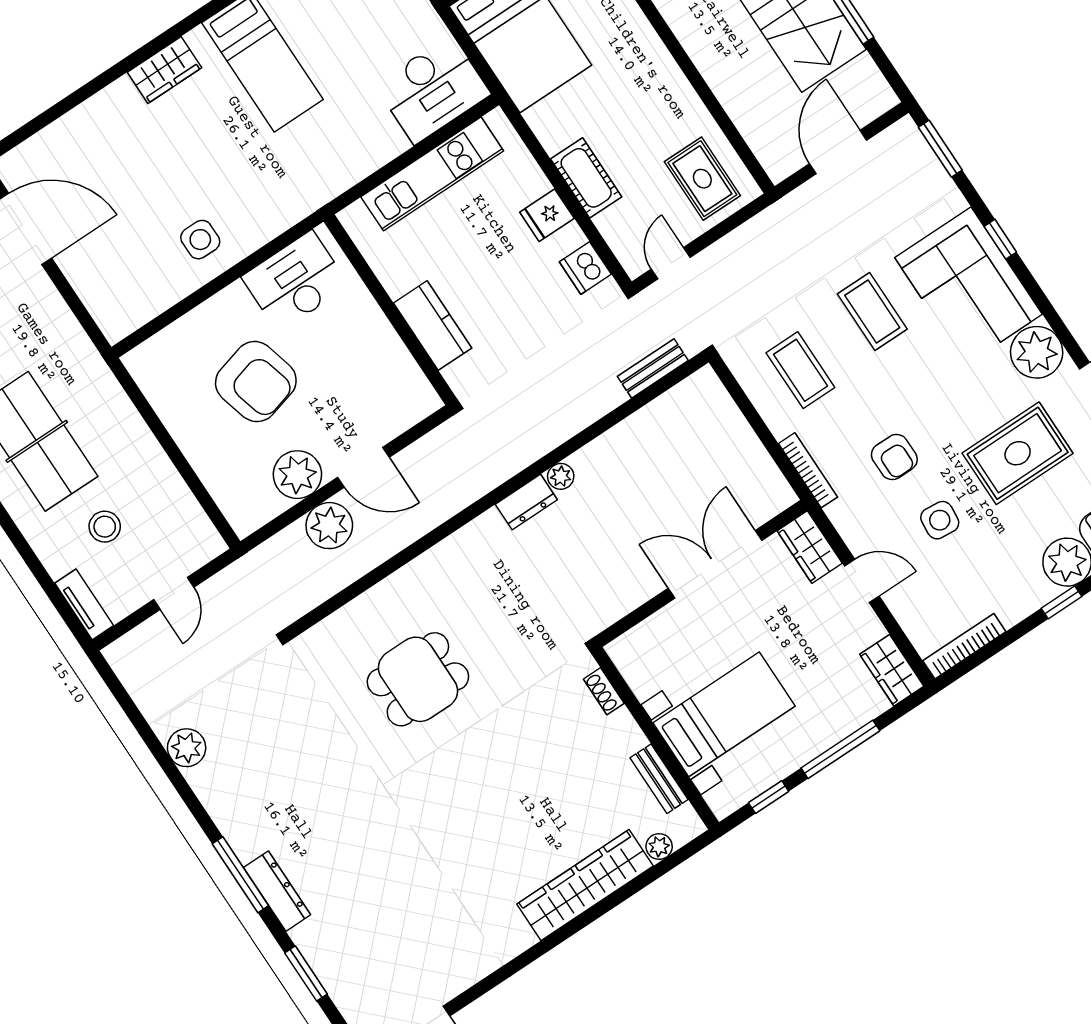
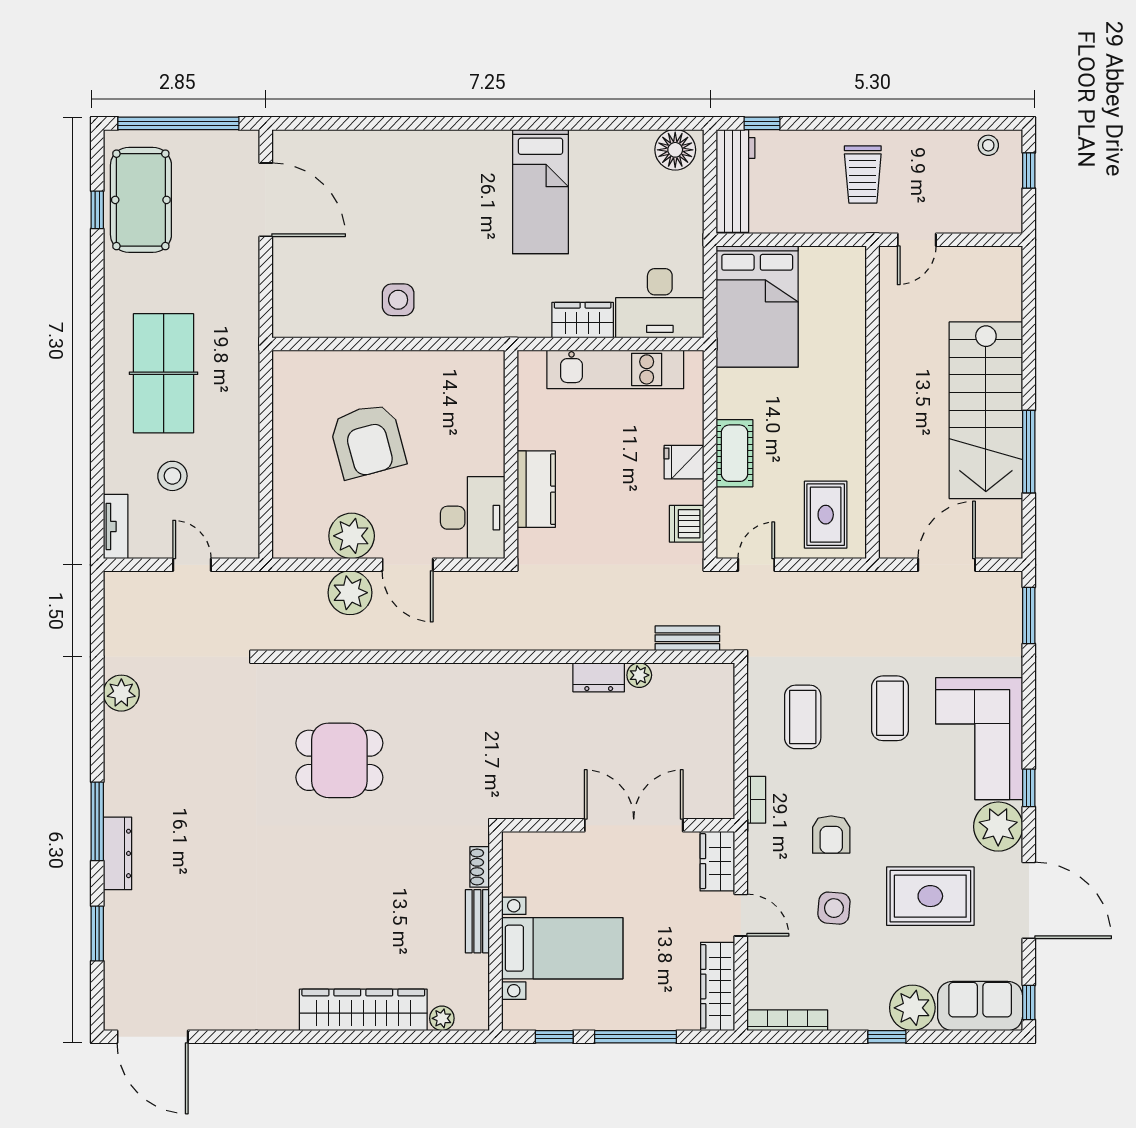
wardrobe: (164, 70) -> (583, 320), moved, turned 180
window: (1000, 239) -> (1029, 788), moved
desk: (295, 281) -> (473, 518), moved, turned 90
bookcase: (808, 470) -> (756, 800), width x0.64
plant: (561, 476) -> (639, 675), moved
dresser: (526, 502) -> (599, 677), moved
door: (174, 593) -> (192, 565), swing flipped
wardrobe: (892, 670) -> (718, 986), width x1.50
bench: (659, 779) -> (477, 921), moved

